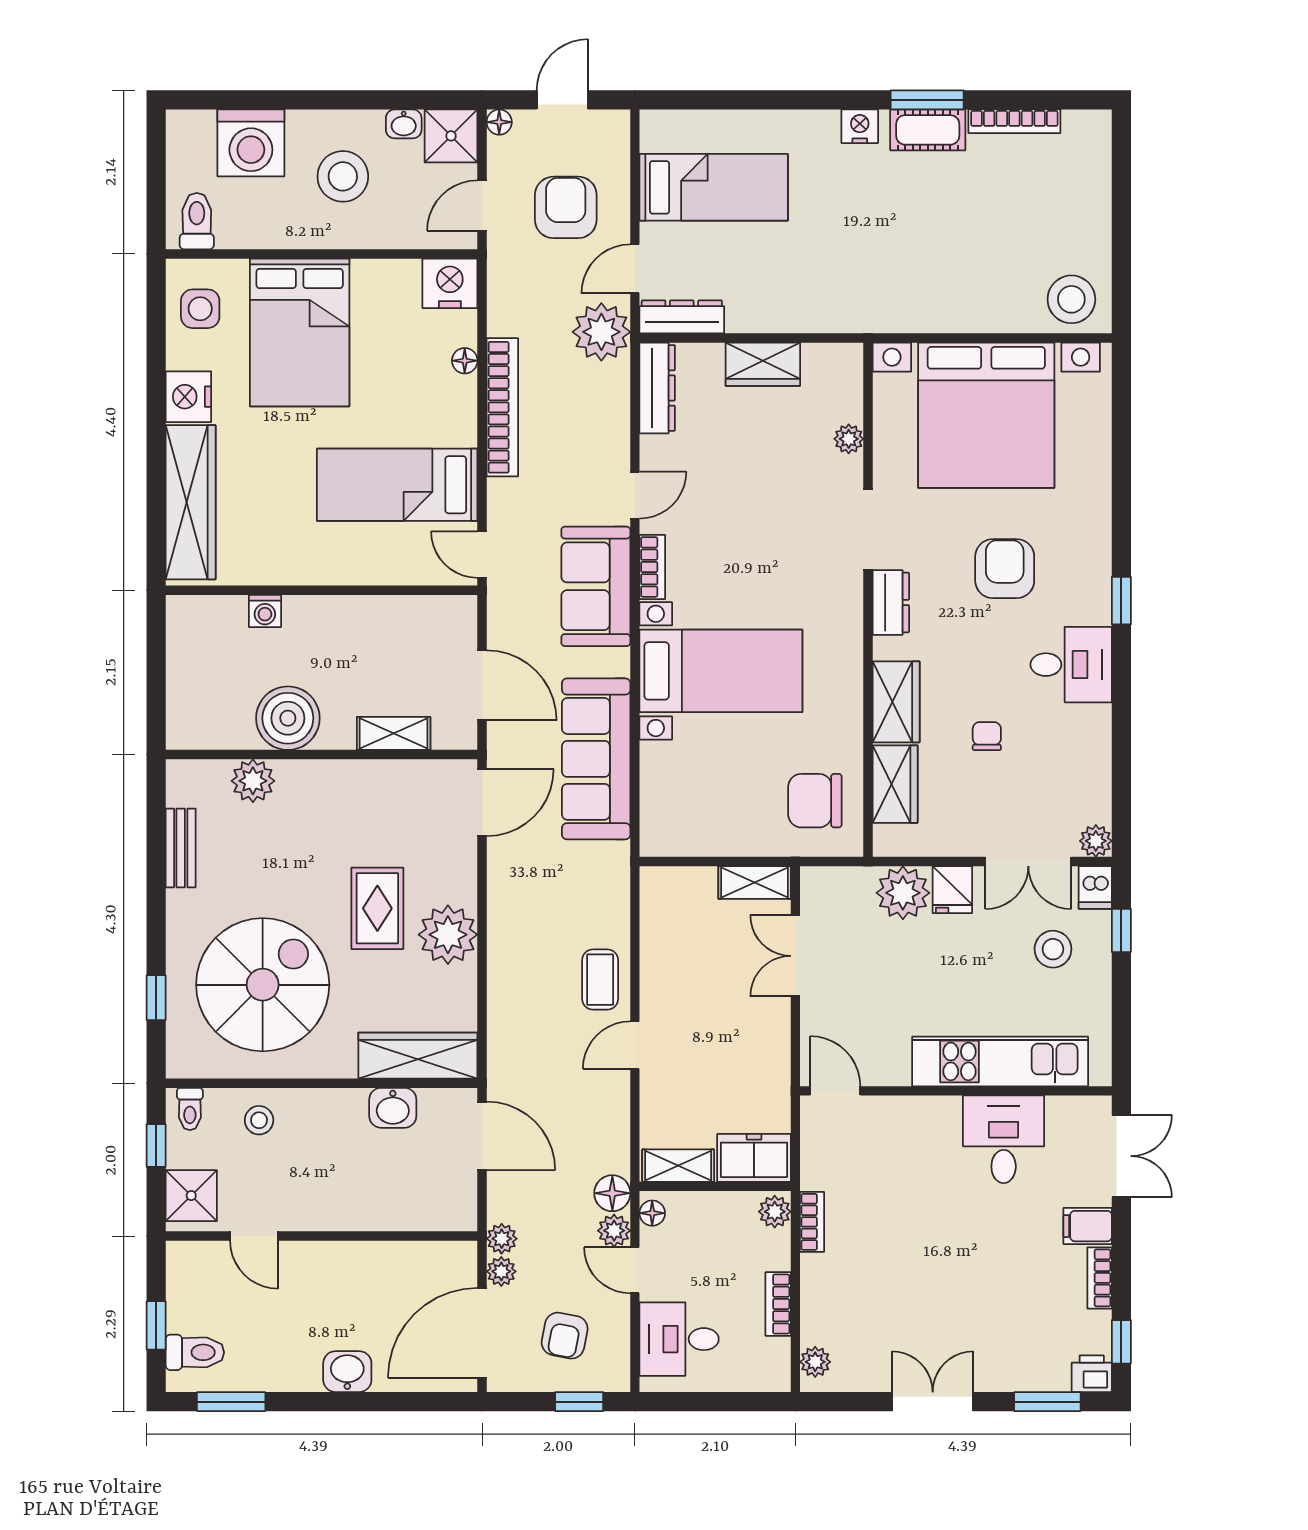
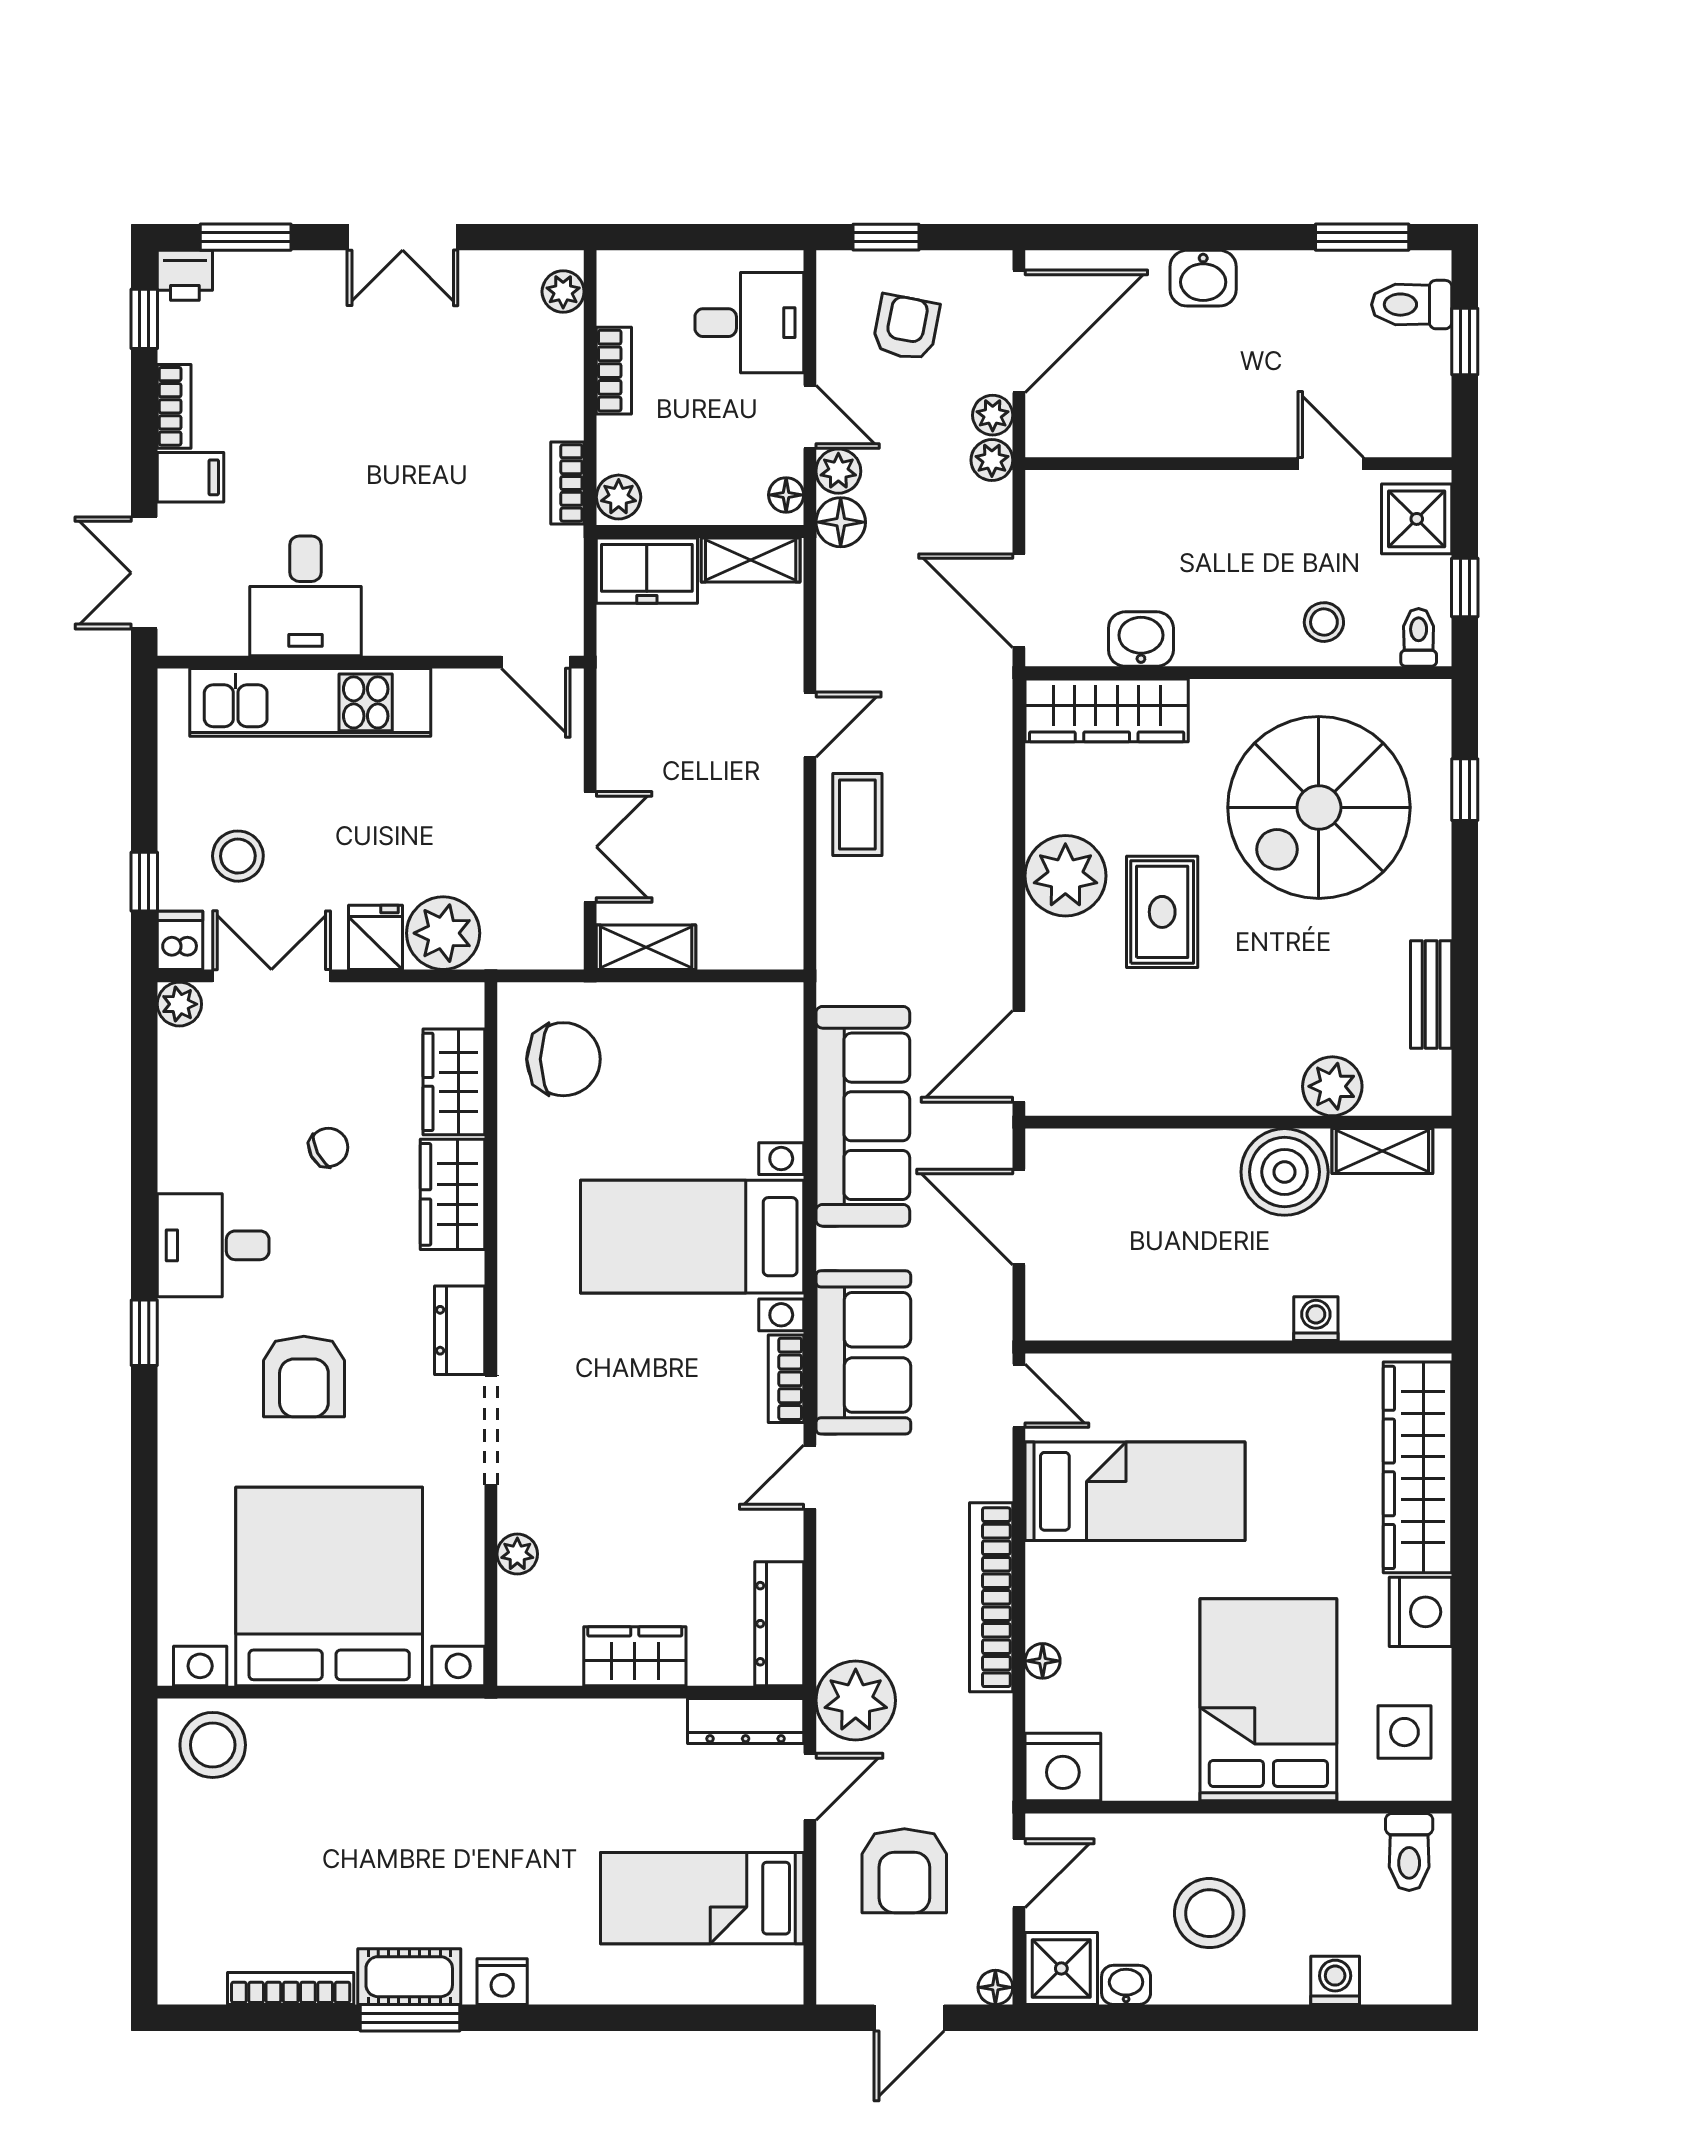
washing machine: (251, 143) -> (1335, 1980), width x0.53, depth x0.53
shelving: (394, 733) -> (1382, 1151), moved
chair: (987, 736) -> (328, 1147), turned -117

